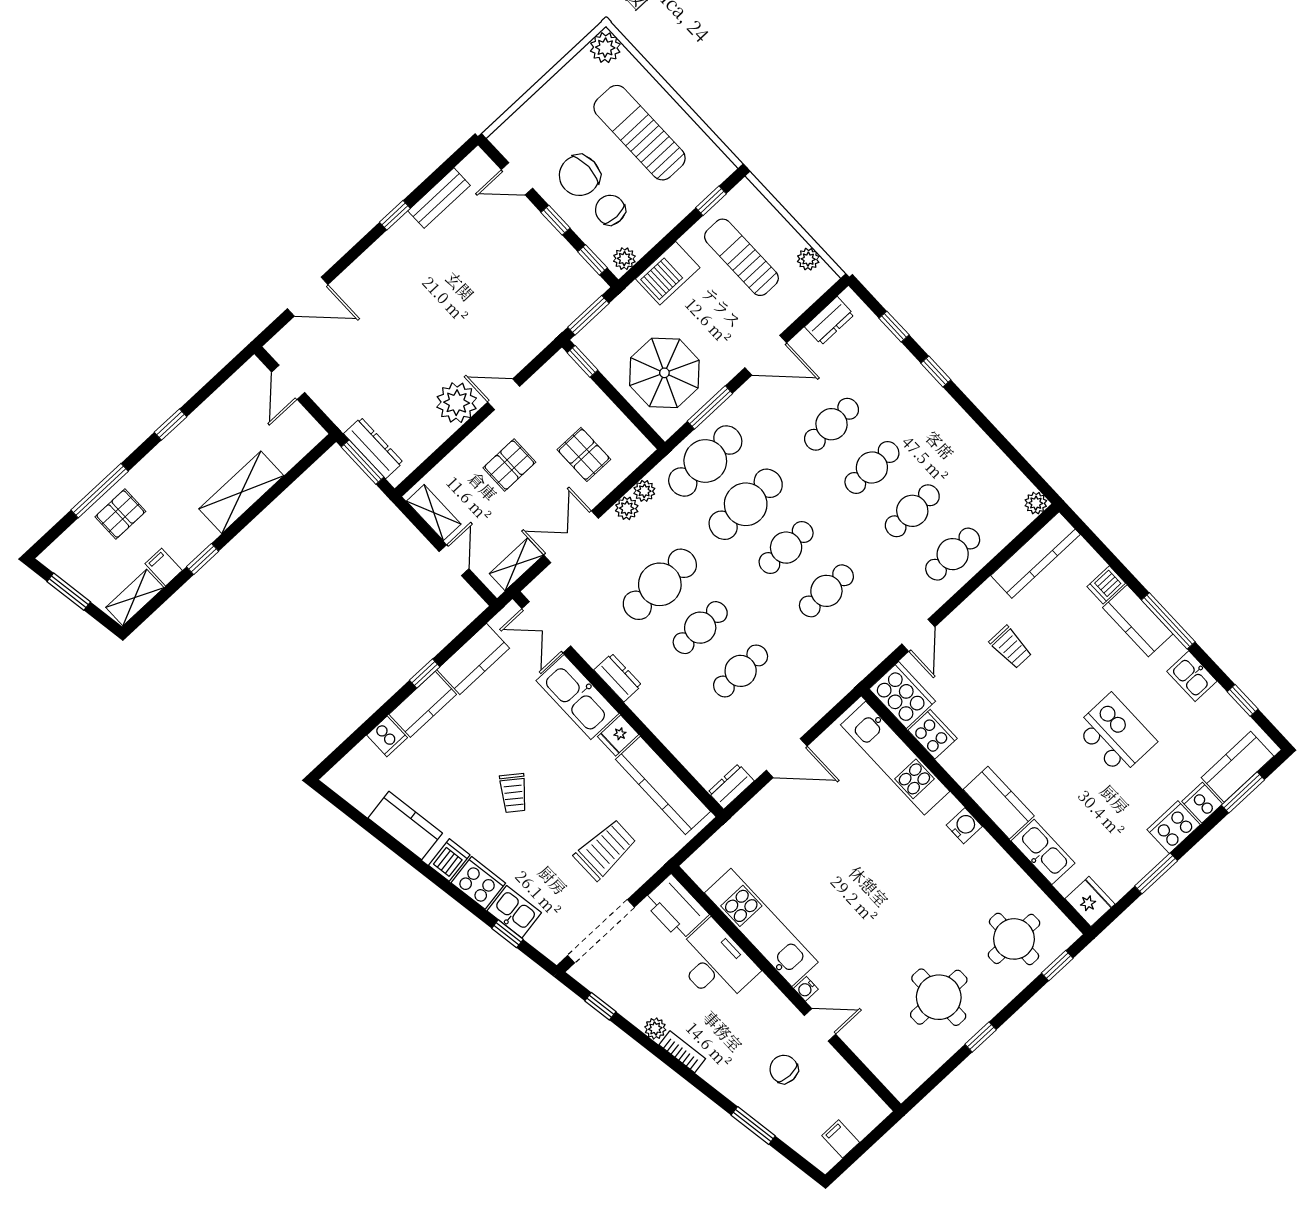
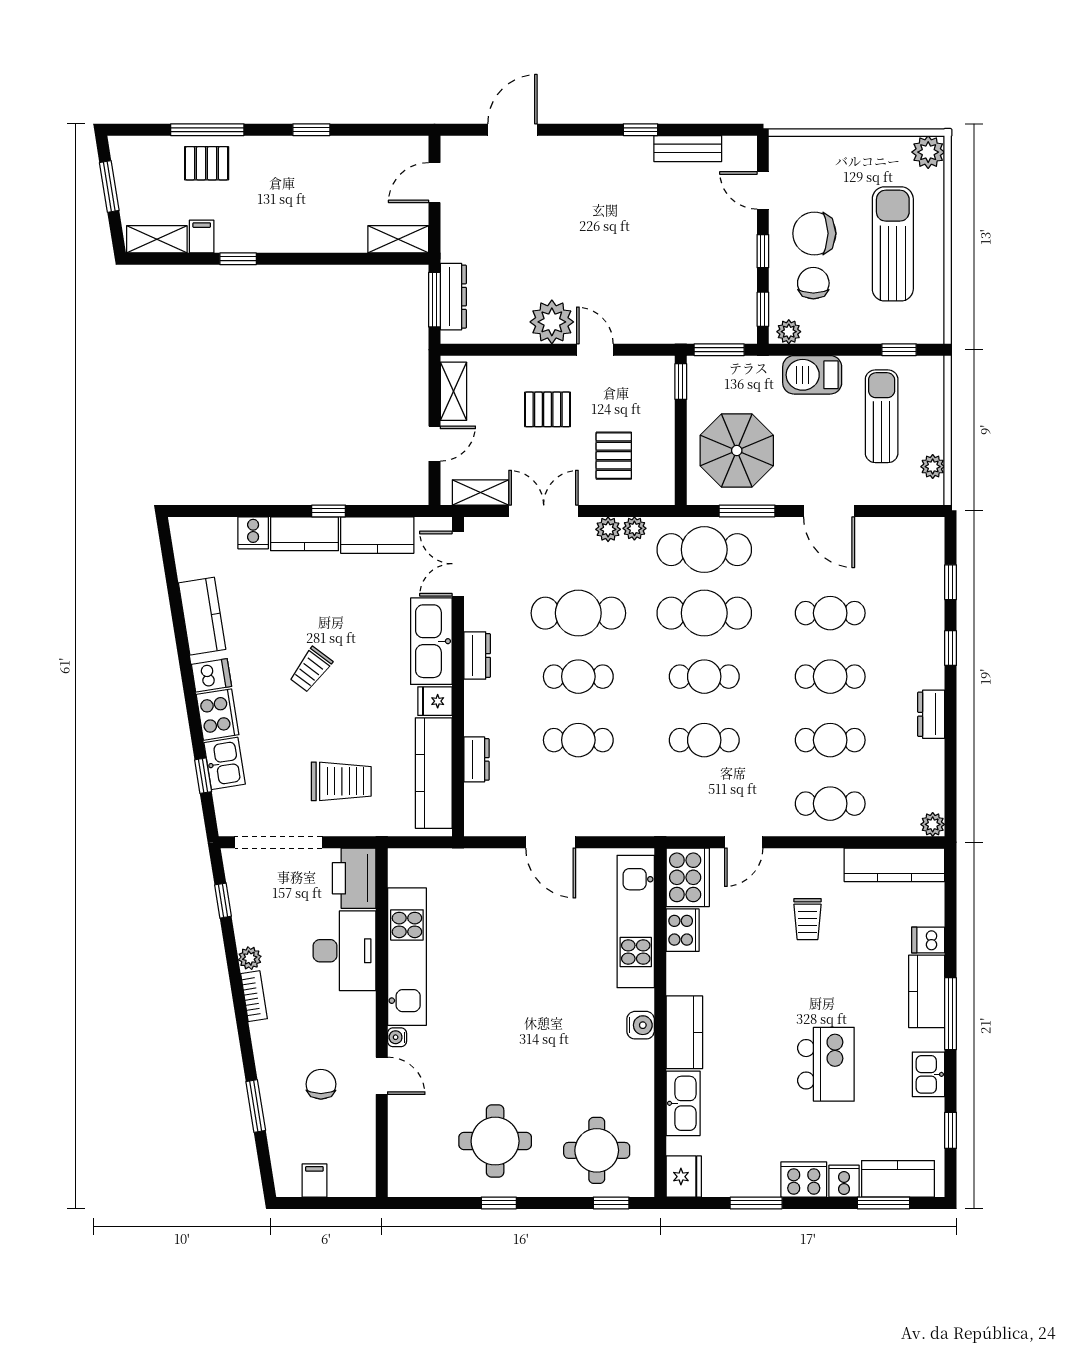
door: (308, 297) -> (513, 130), swing flipped
dresser: (829, 321) -> (931, 714), moved, turned 90
shelving: (241, 492) -> (398, 239), moved, width x0.67, depth x0.75
dresser: (731, 786) -> (476, 759), moved, turned 90

